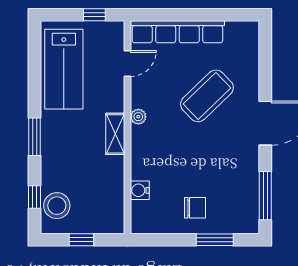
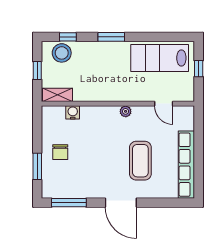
window: (94, 15) -> (199, 69), moved
row of seats: (177, 32) -> (186, 165), moved
coffee table: (207, 96) -> (140, 161), turned 44
shelving: (115, 134) -> (57, 95), moved

